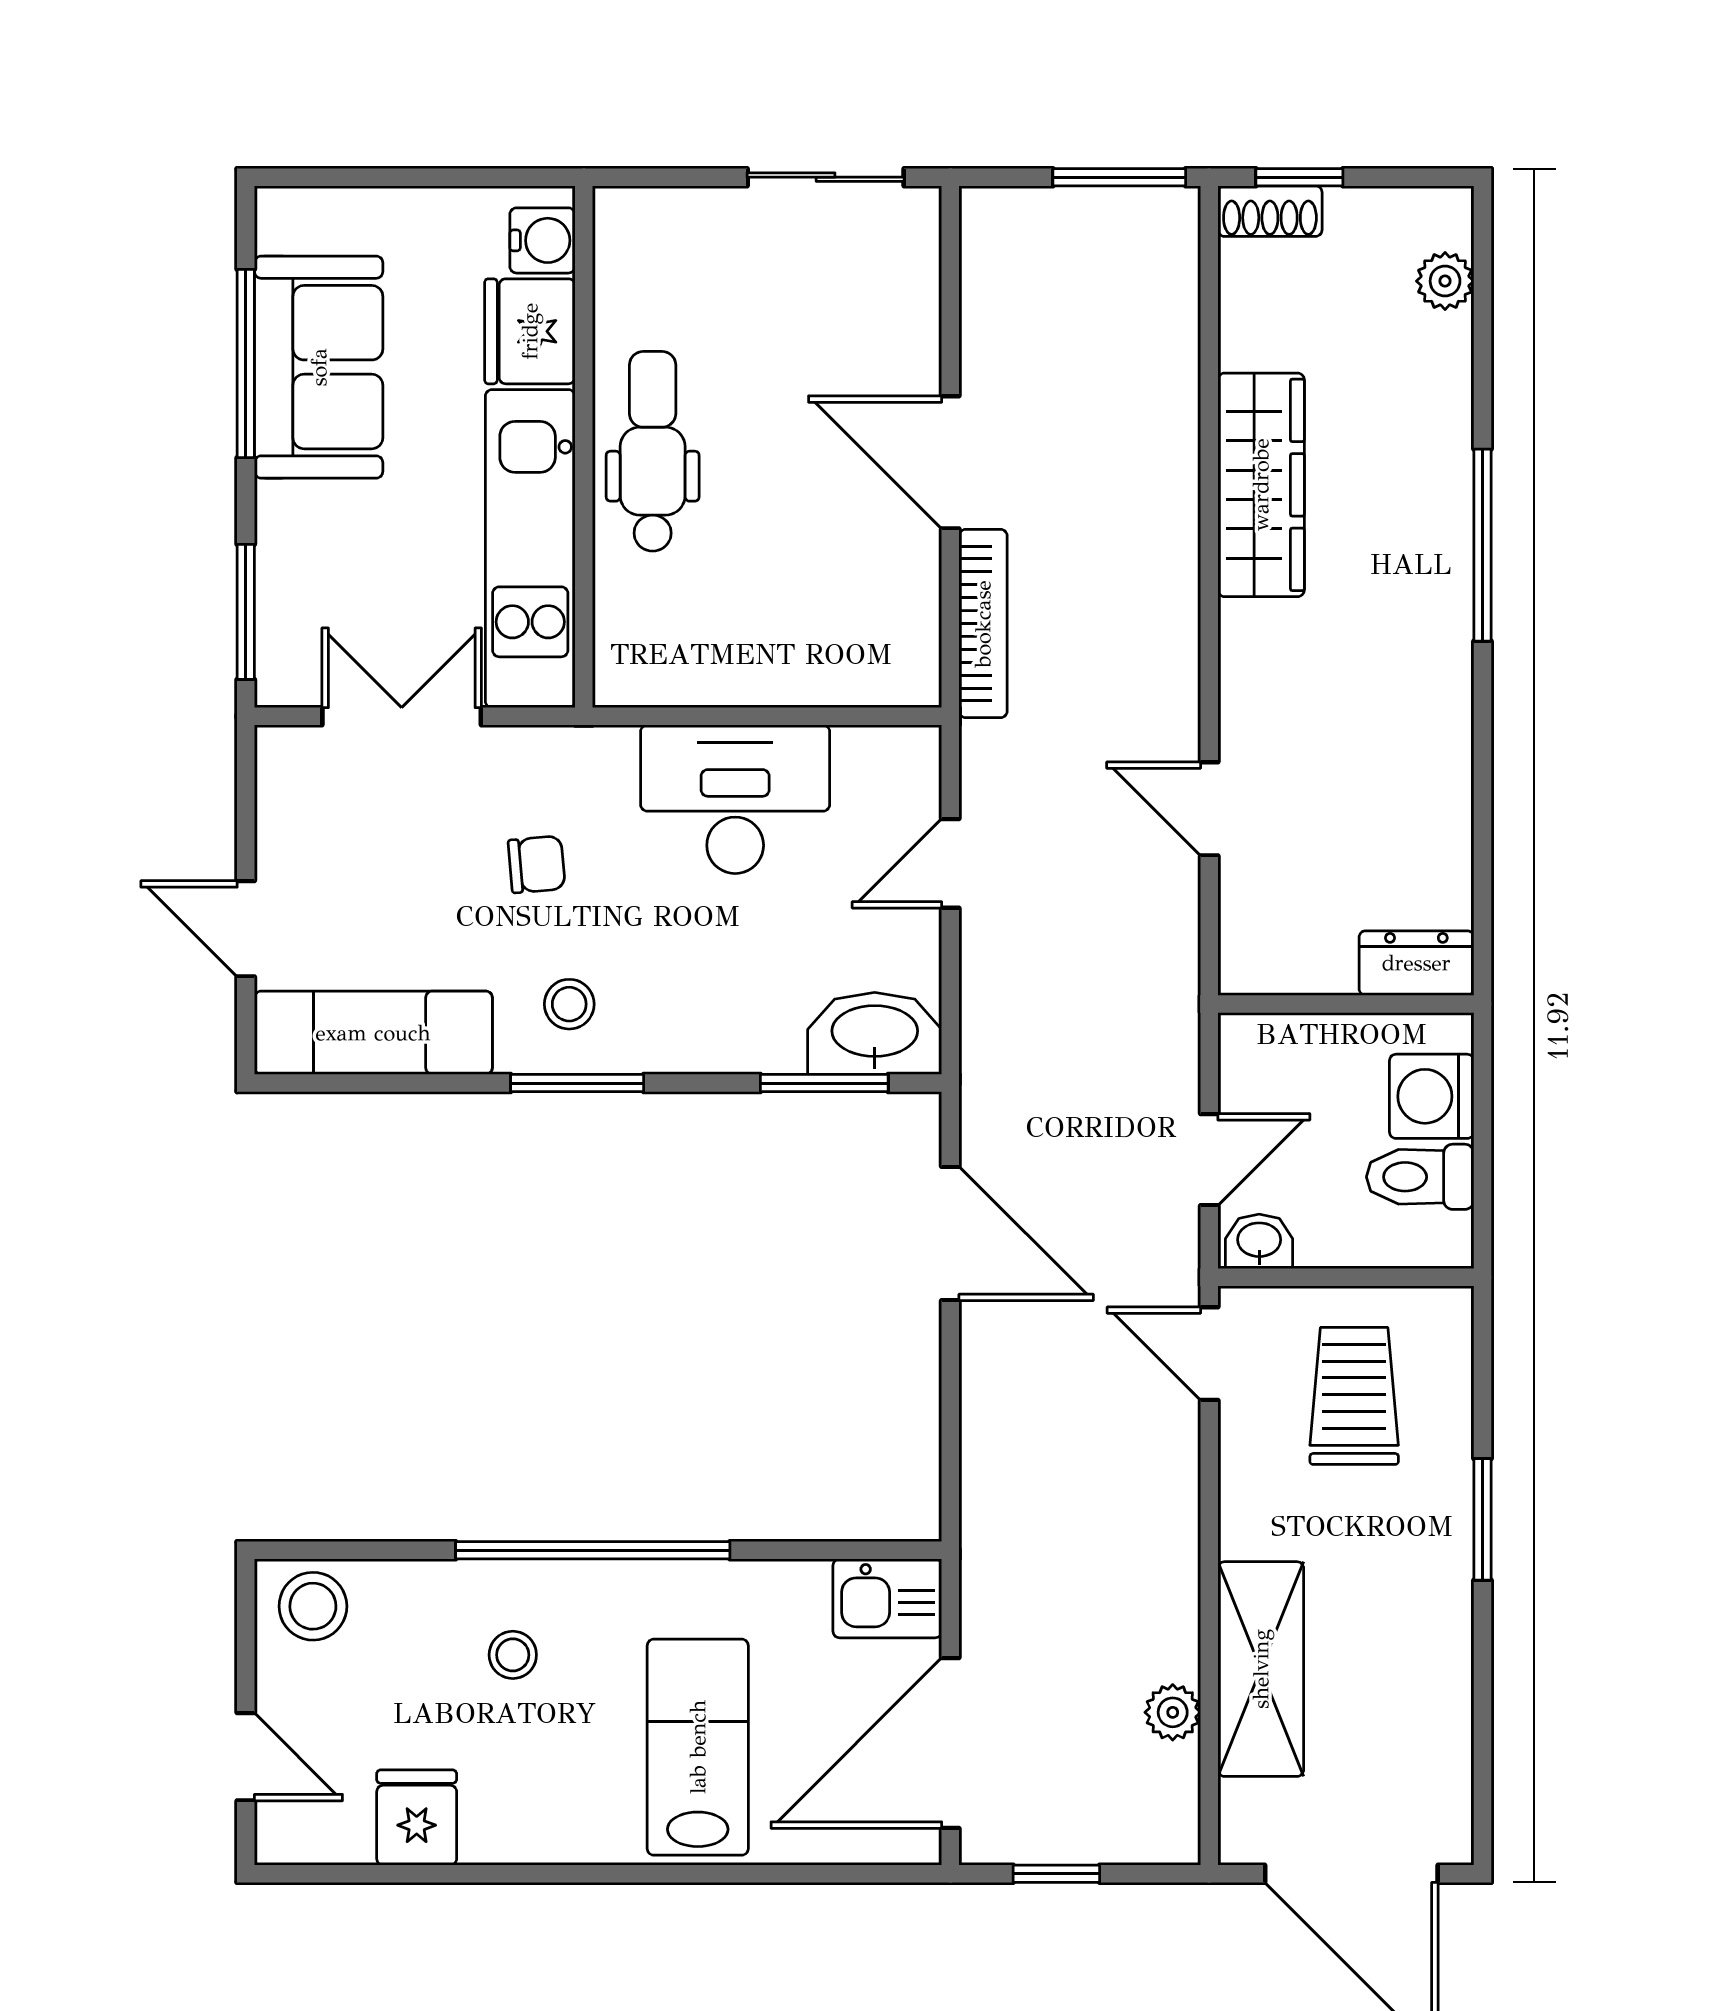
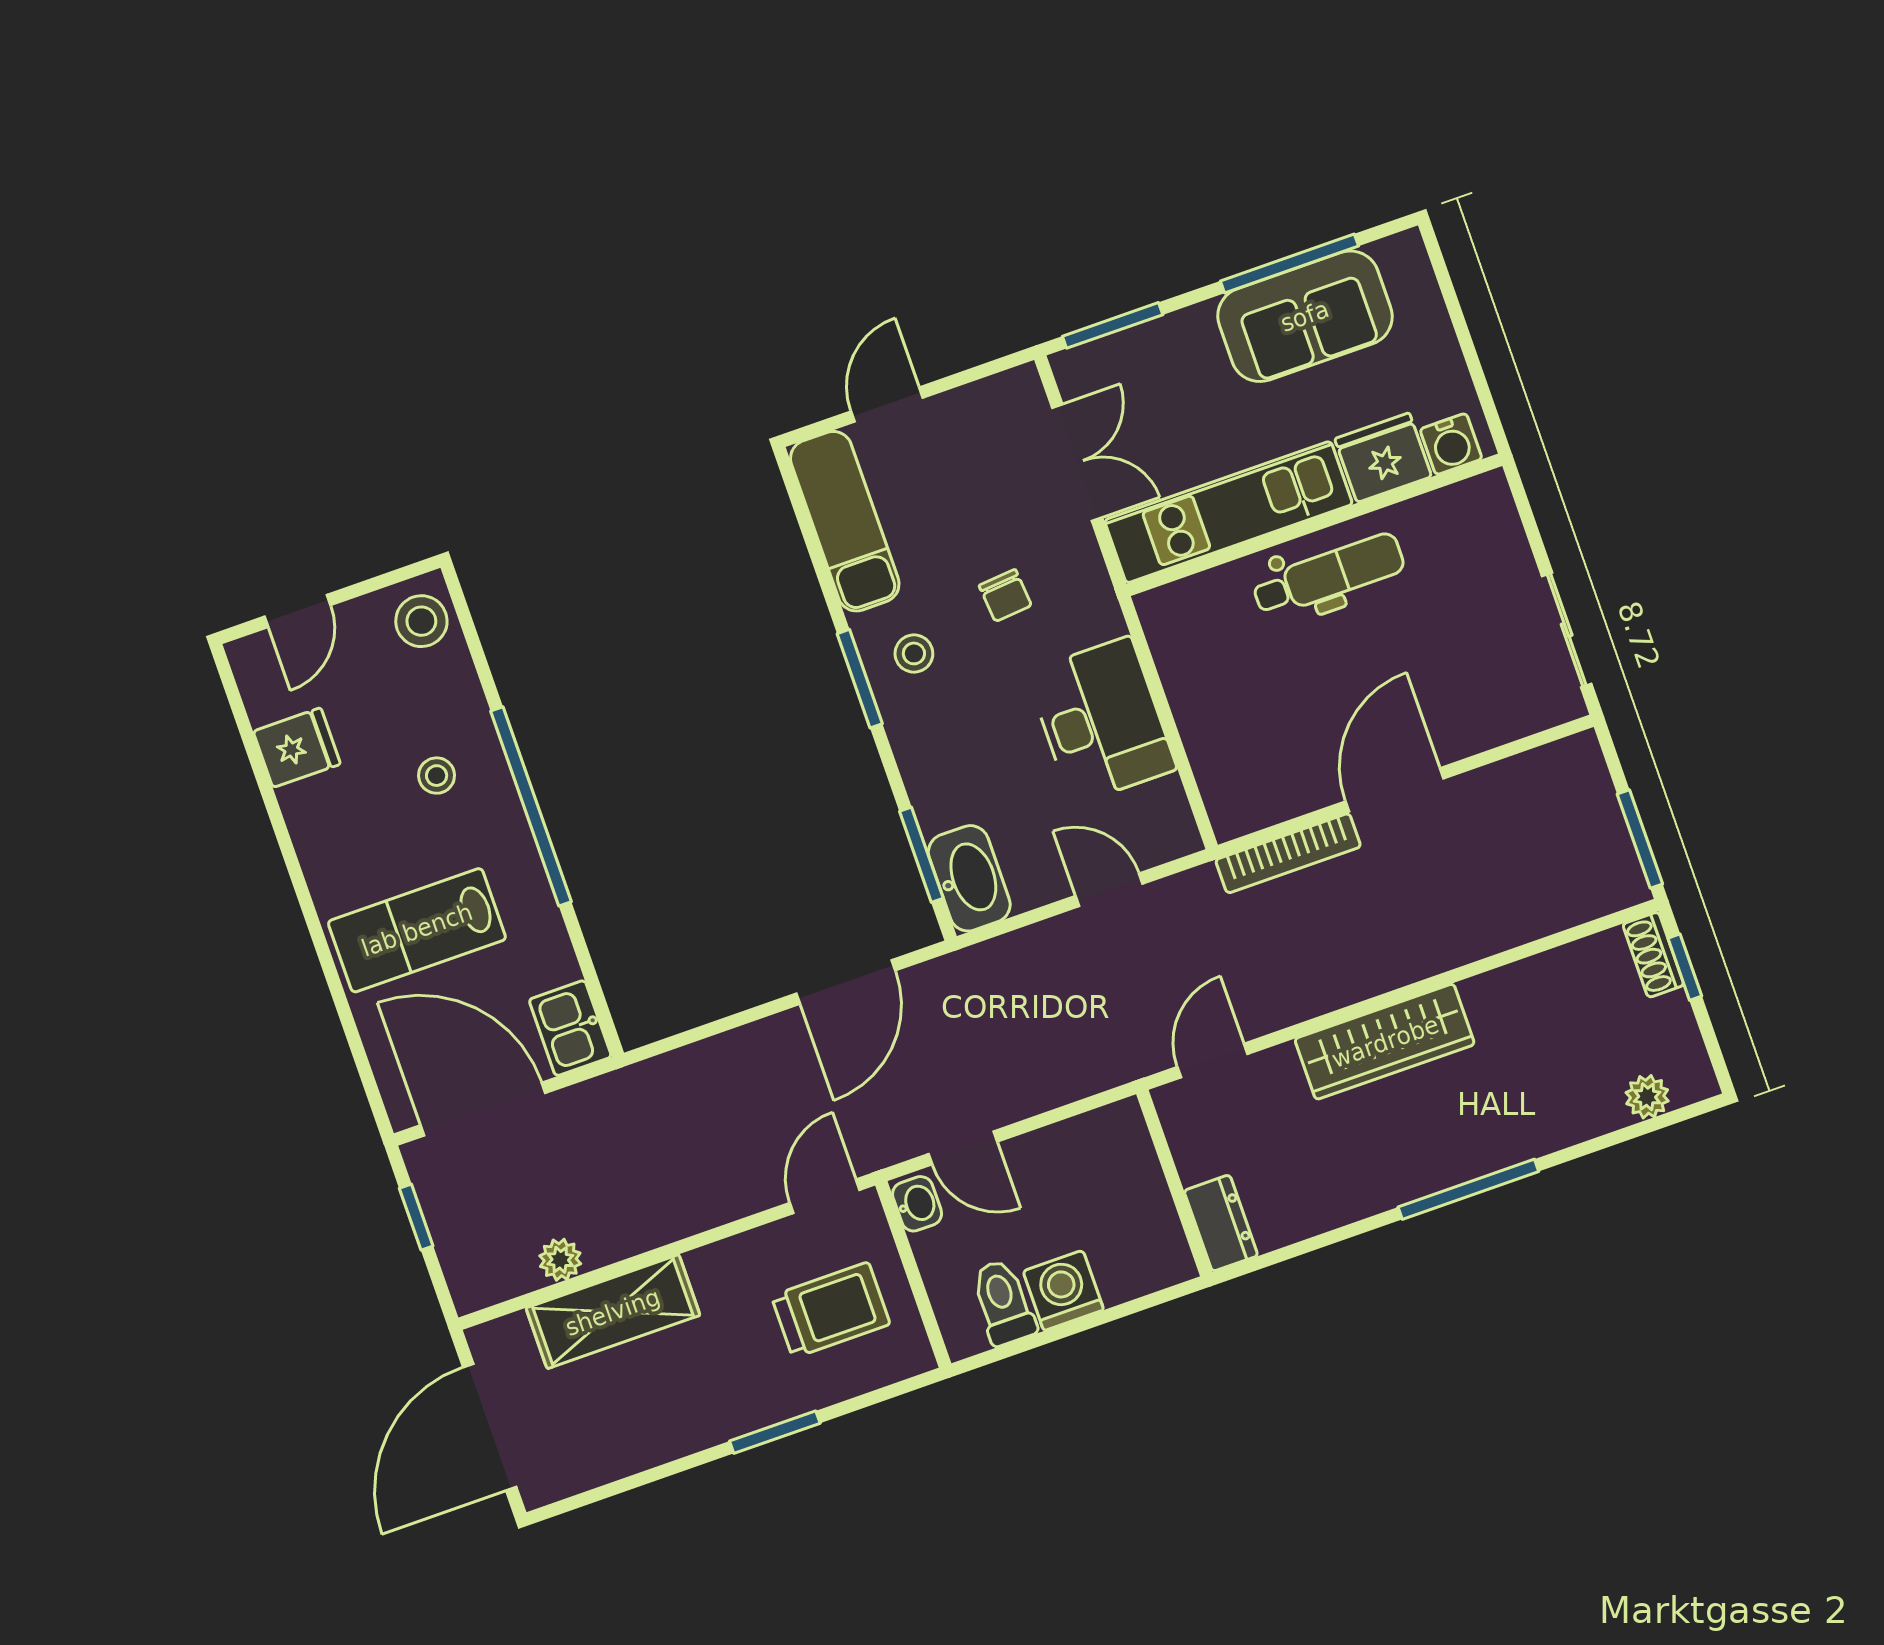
wardrobe: (1261, 485) -> (1385, 1042), moved
dresser: (1416, 963) -> (1221, 1223), moved
wall: (1346, 1004) -> (1174, 1183), moved
lab bench: (698, 1747) -> (417, 930), turned 180

